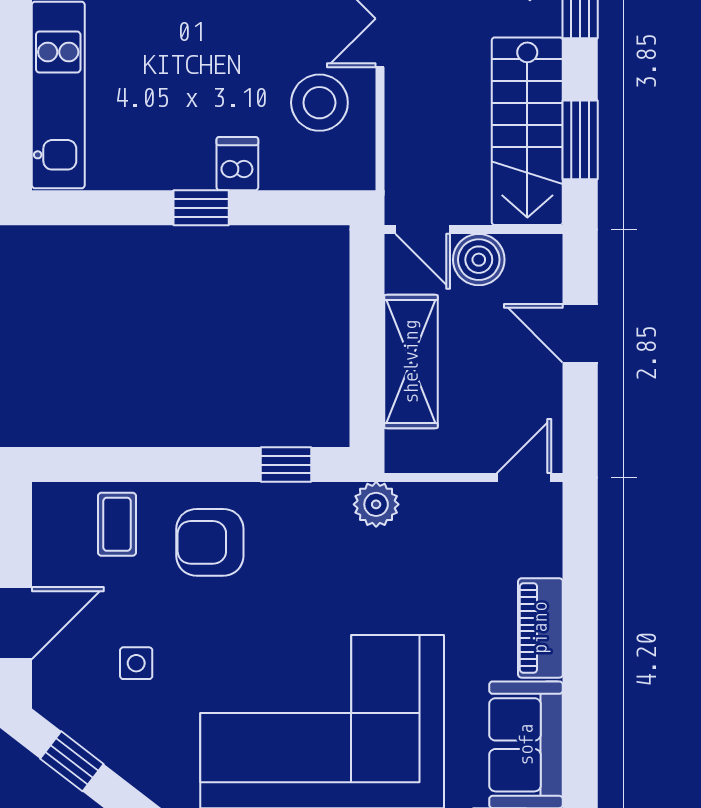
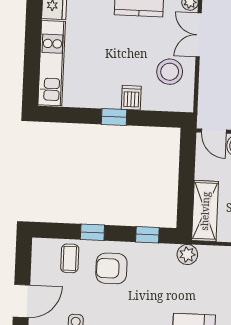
shelving: (411, 362) -> (205, 211), moved
window: (165, 465) -> (92, 232), added

